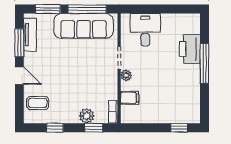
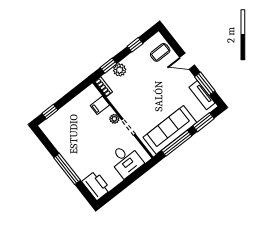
printer: (190, 49) -> (96, 186), moved

